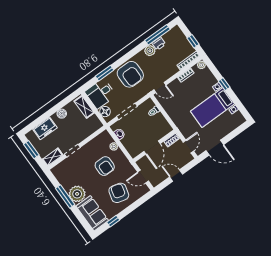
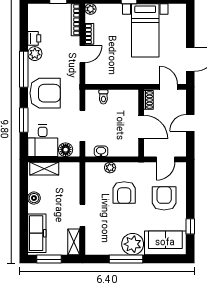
window: (158, 35) -> (24, 69), moved
door: (160, 87) -> (82, 54), moved
freezer: (45, 128) -> (37, 233), width x1.40
armchair: (105, 166) -> (124, 193), turned 90
armchair: (119, 193) -> (164, 198), turned 75

